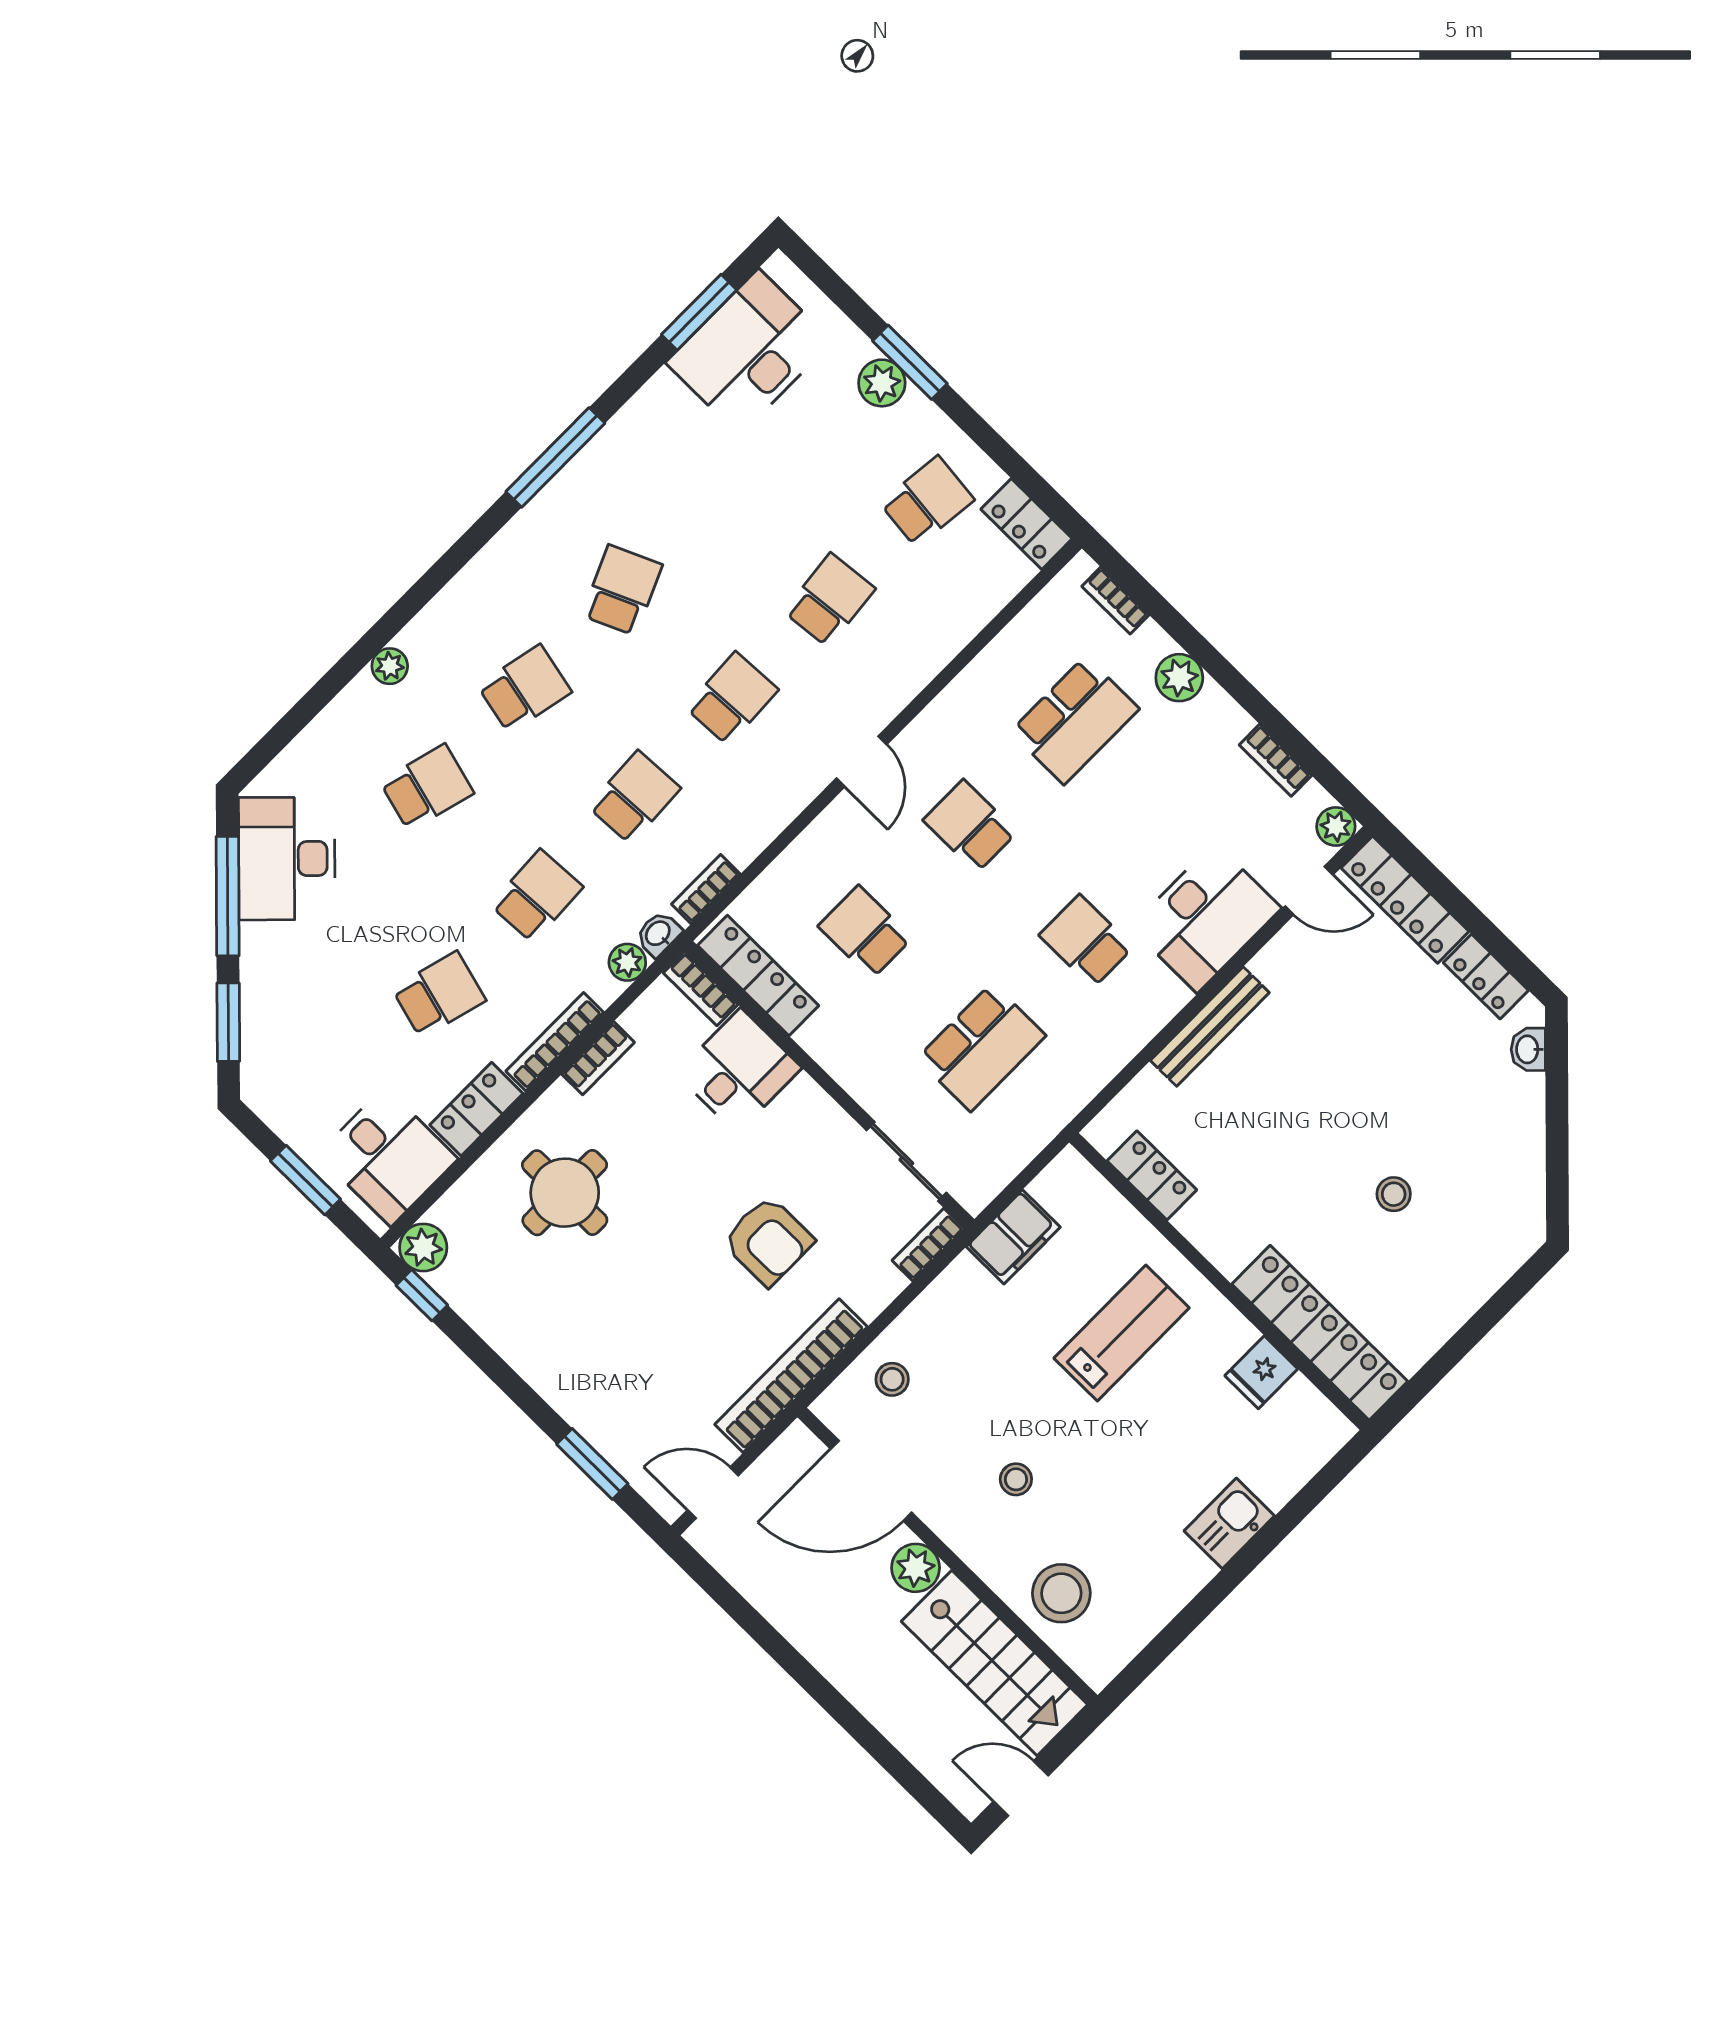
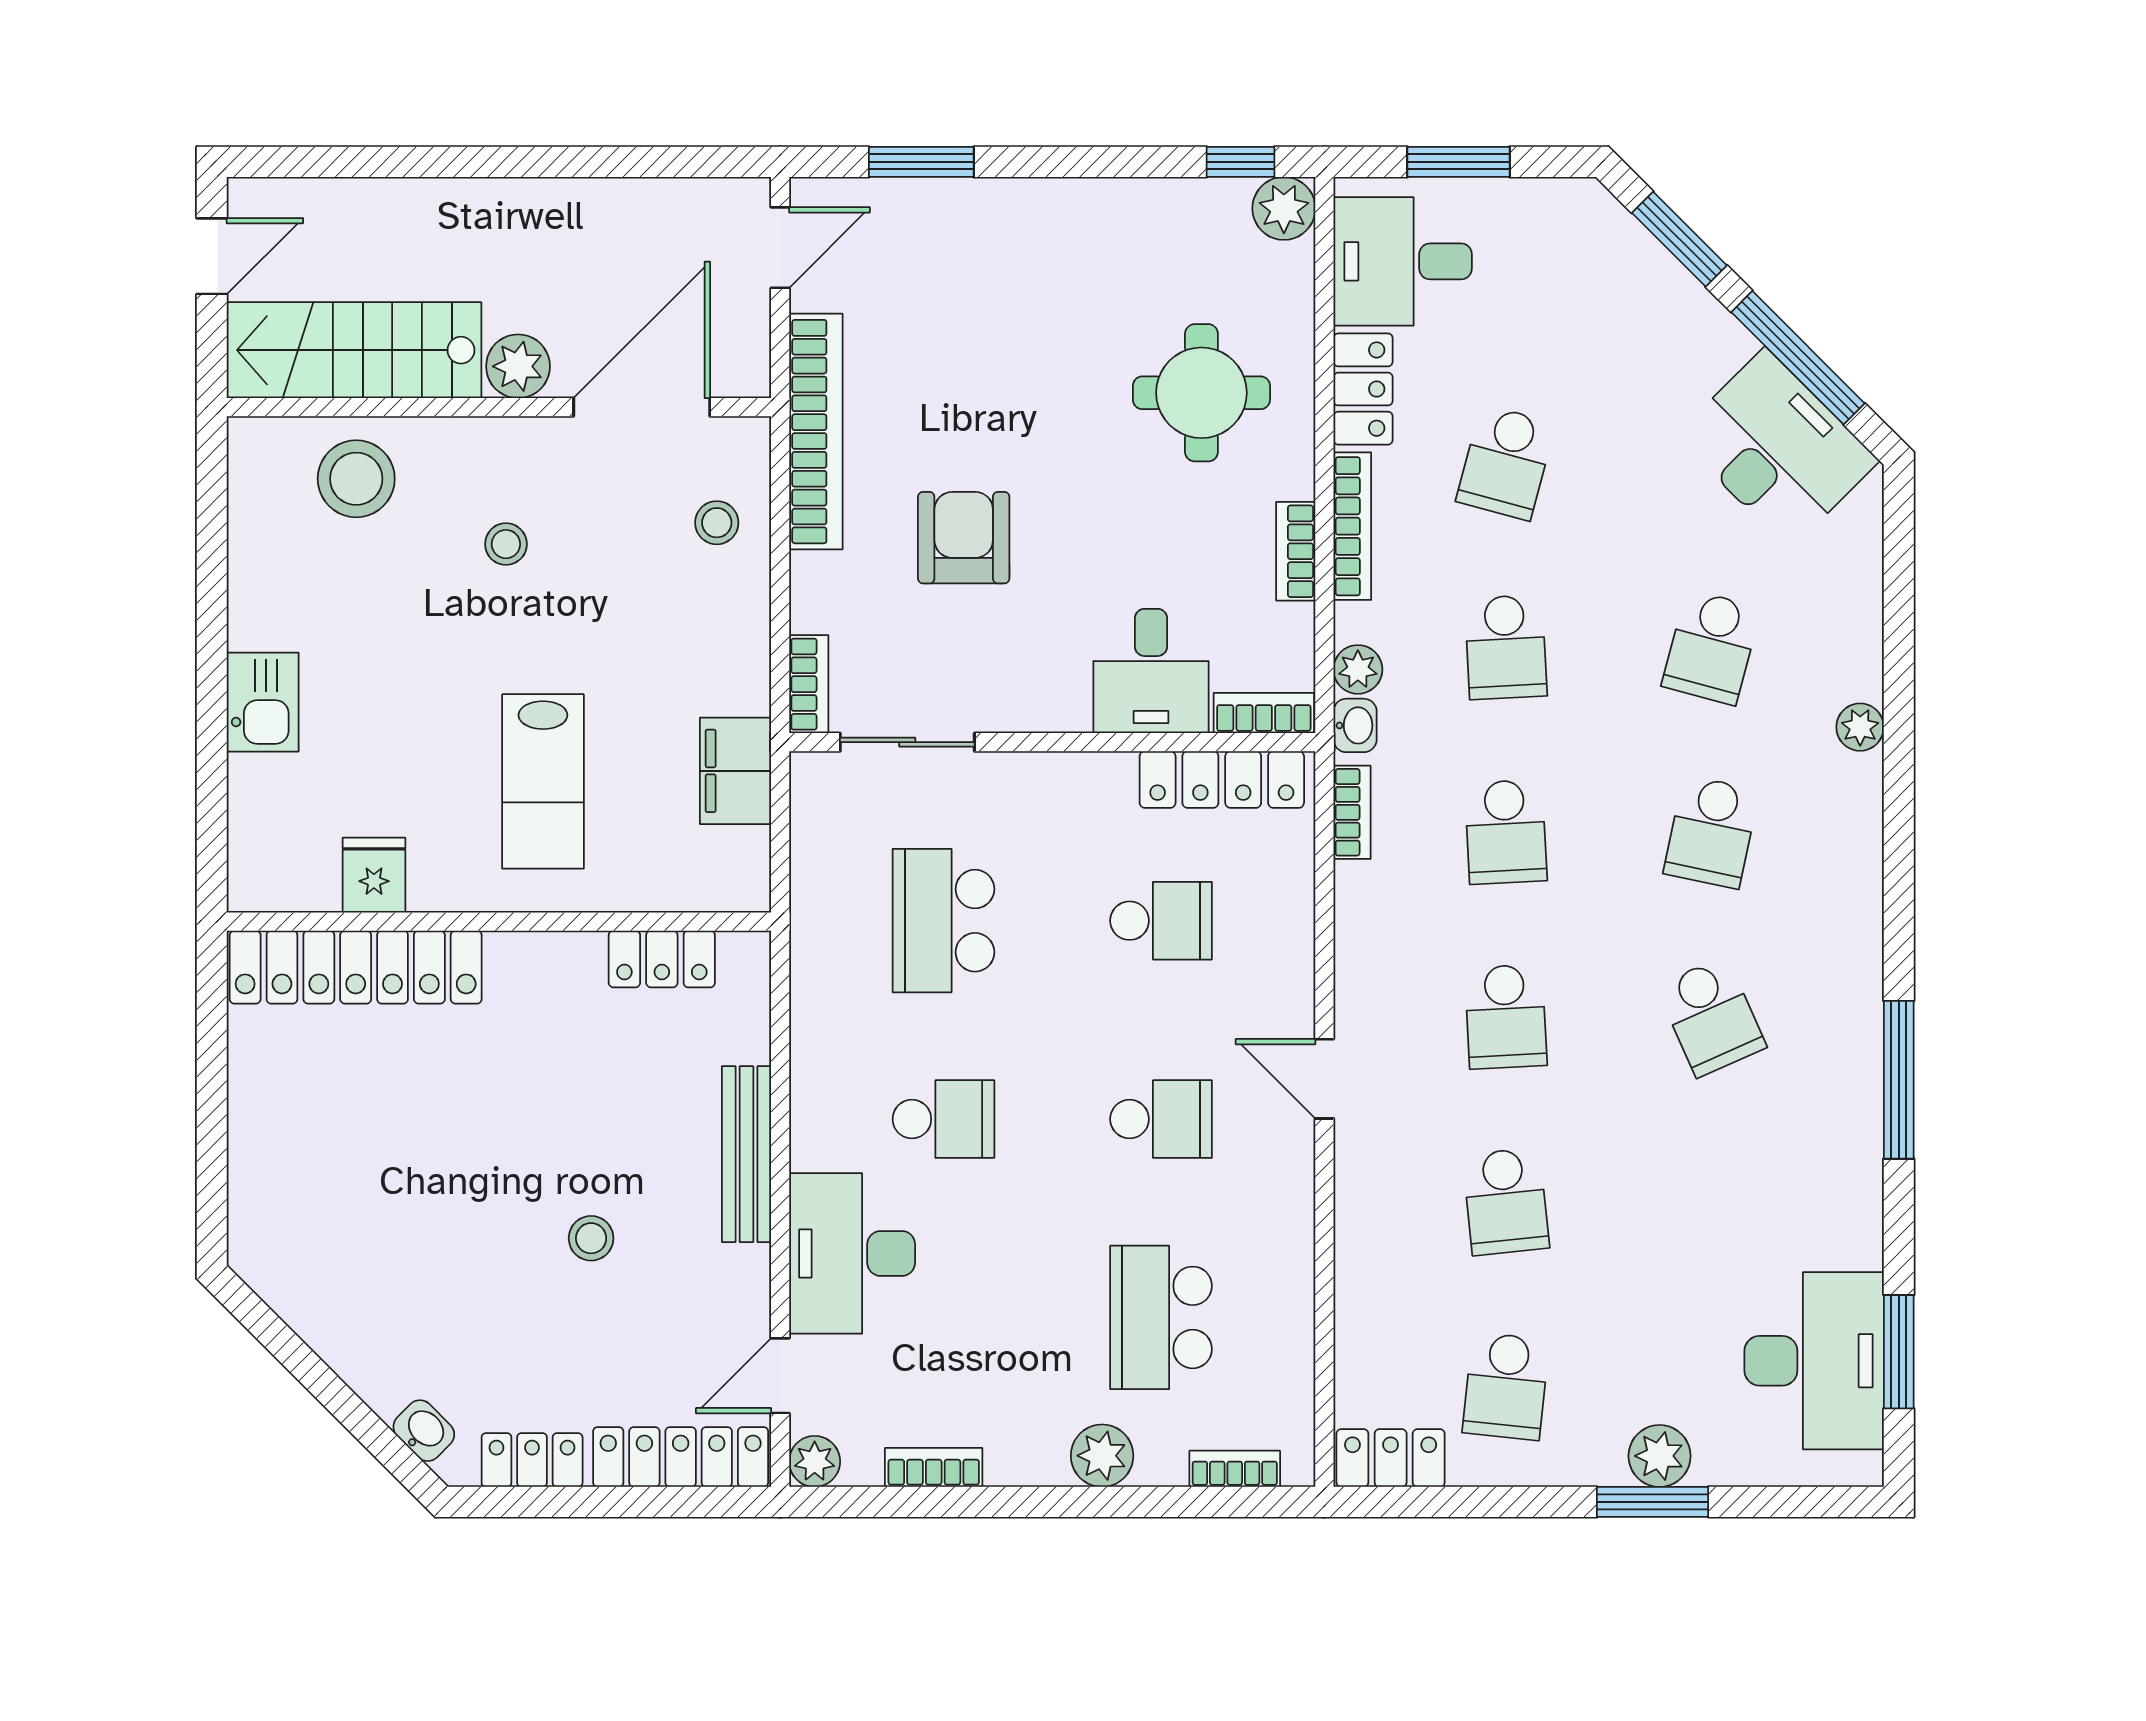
stool: (1394, 1194) -> (591, 1238), moved
armchair: (768, 1241) -> (964, 538), turned 90

